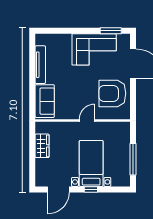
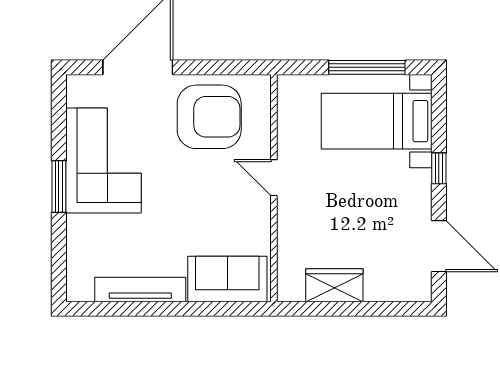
window: (111, 31) -> (59, 186), moved
armchair: (112, 93) -> (209, 117), turned -90
bed with nightstands: (91, 163) -> (377, 121), moved

